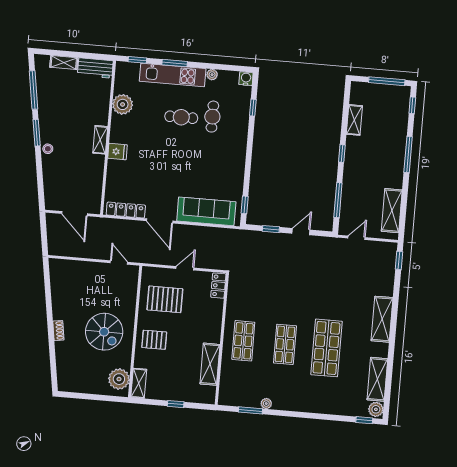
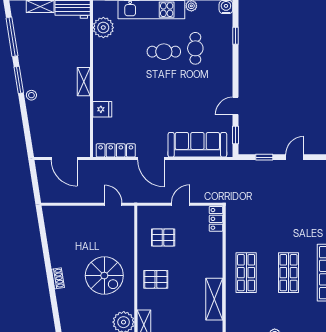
plant: (123, 104) -> (103, 28), moved
fridge: (117, 152) -> (102, 109), moved
door: (247, 176) -> (236, 106), added
pallet: (165, 299) -> (163, 237), width x0.67, depth x0.71

